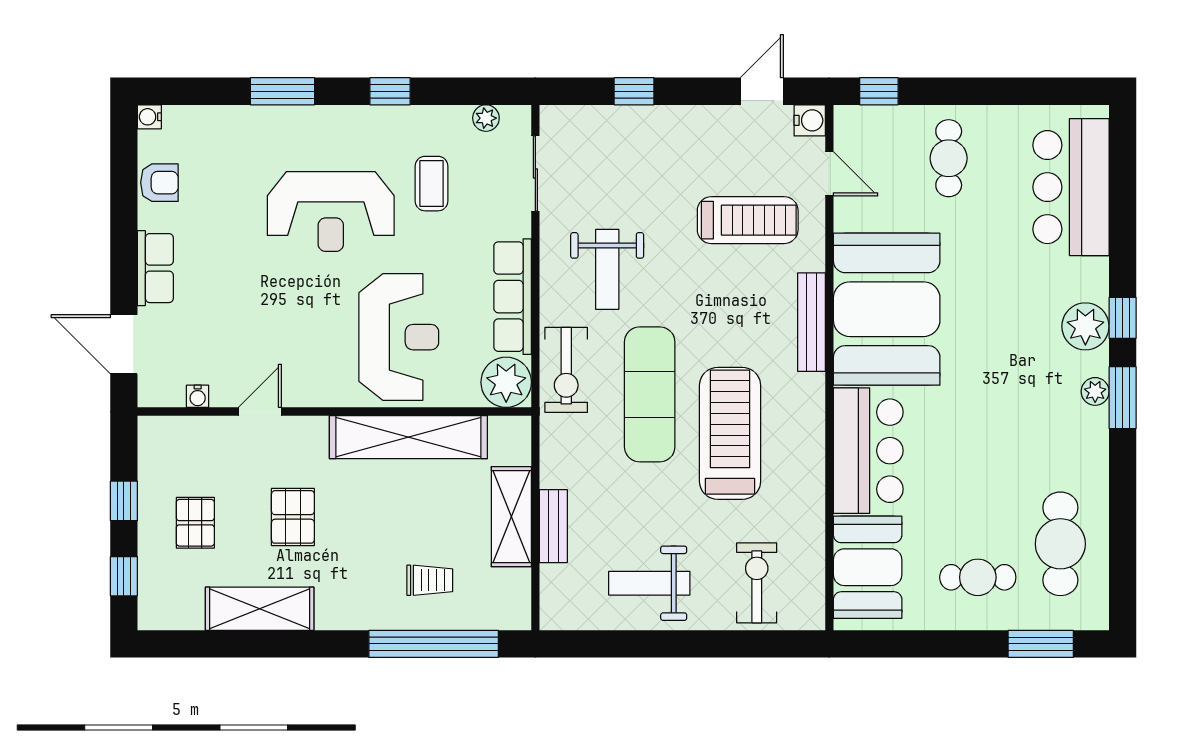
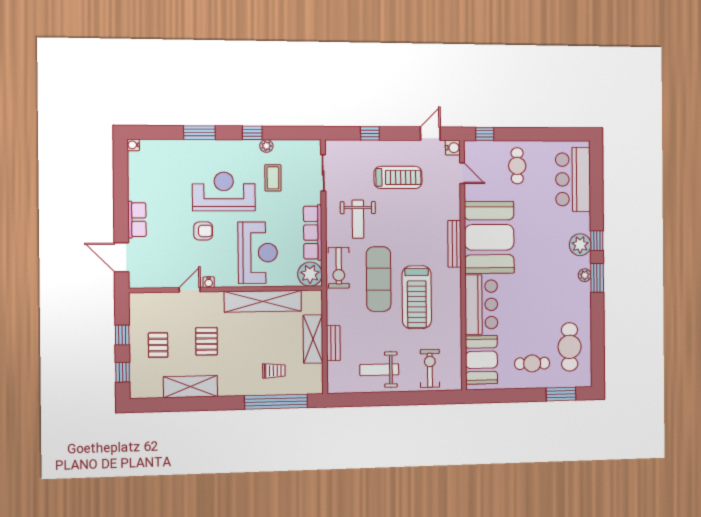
plant: (486, 118) -> (266, 146), moved
armchair: (159, 183) -> (203, 231), moved
reception desk: (331, 212) -> (224, 192), turned 180
treadmill: (748, 220) -> (398, 177), moved
water cooler: (198, 396) -> (209, 282), moved
treadmill: (730, 433) -> (417, 297), turned 180

